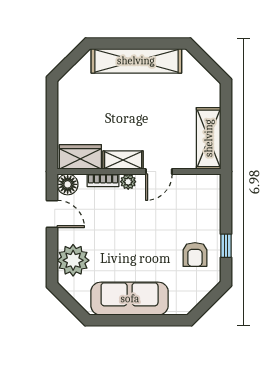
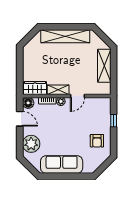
shelving: (209, 138) -> (104, 66), moved
window: (226, 246) -> (114, 121), moved

